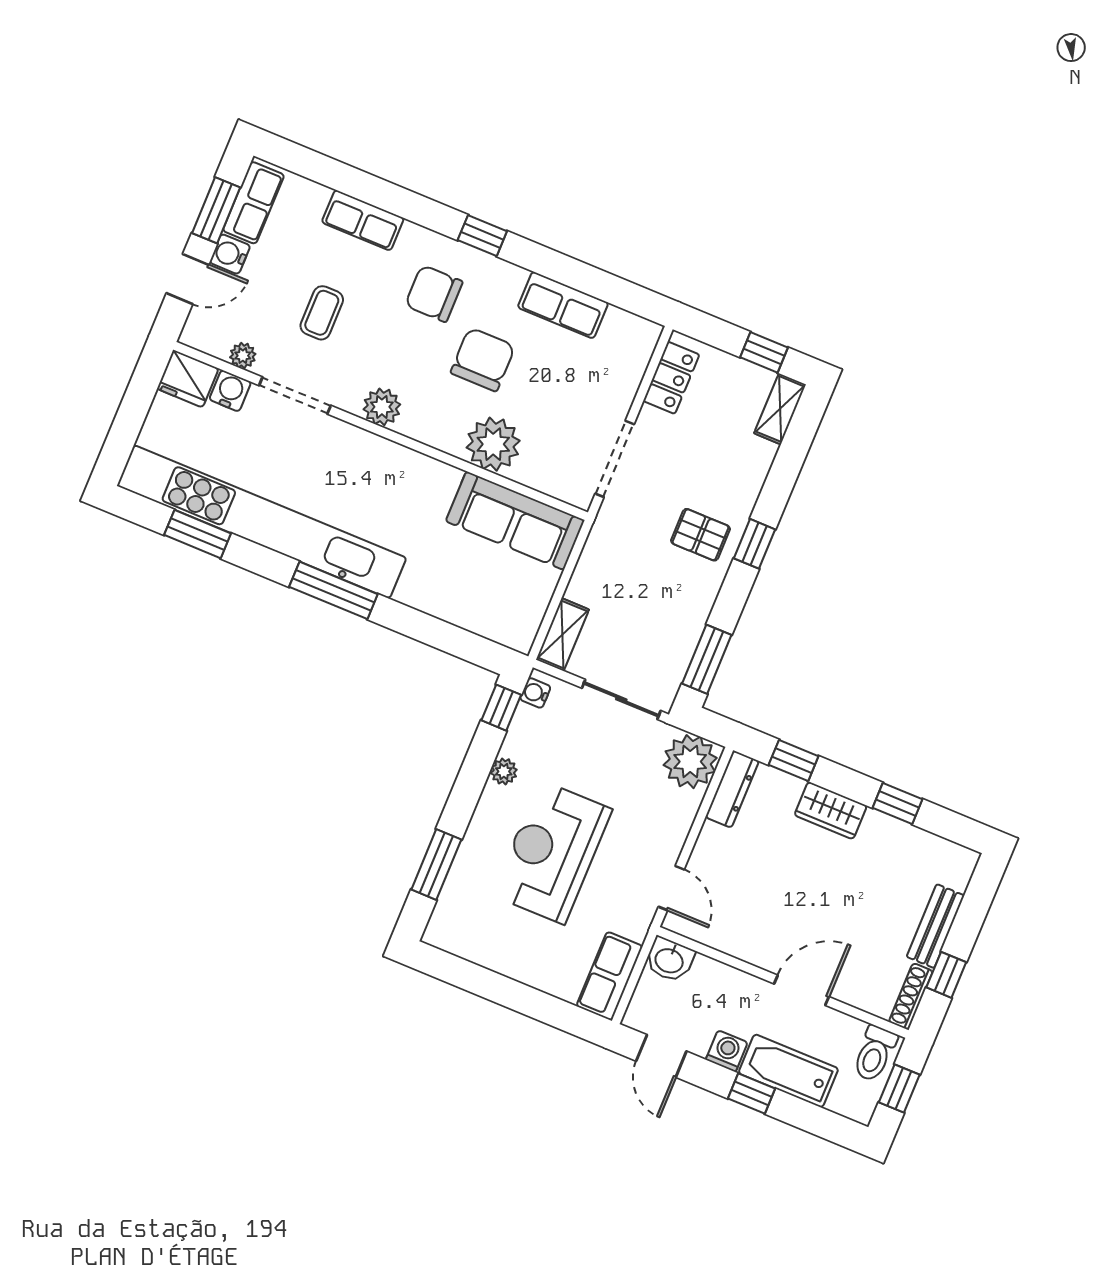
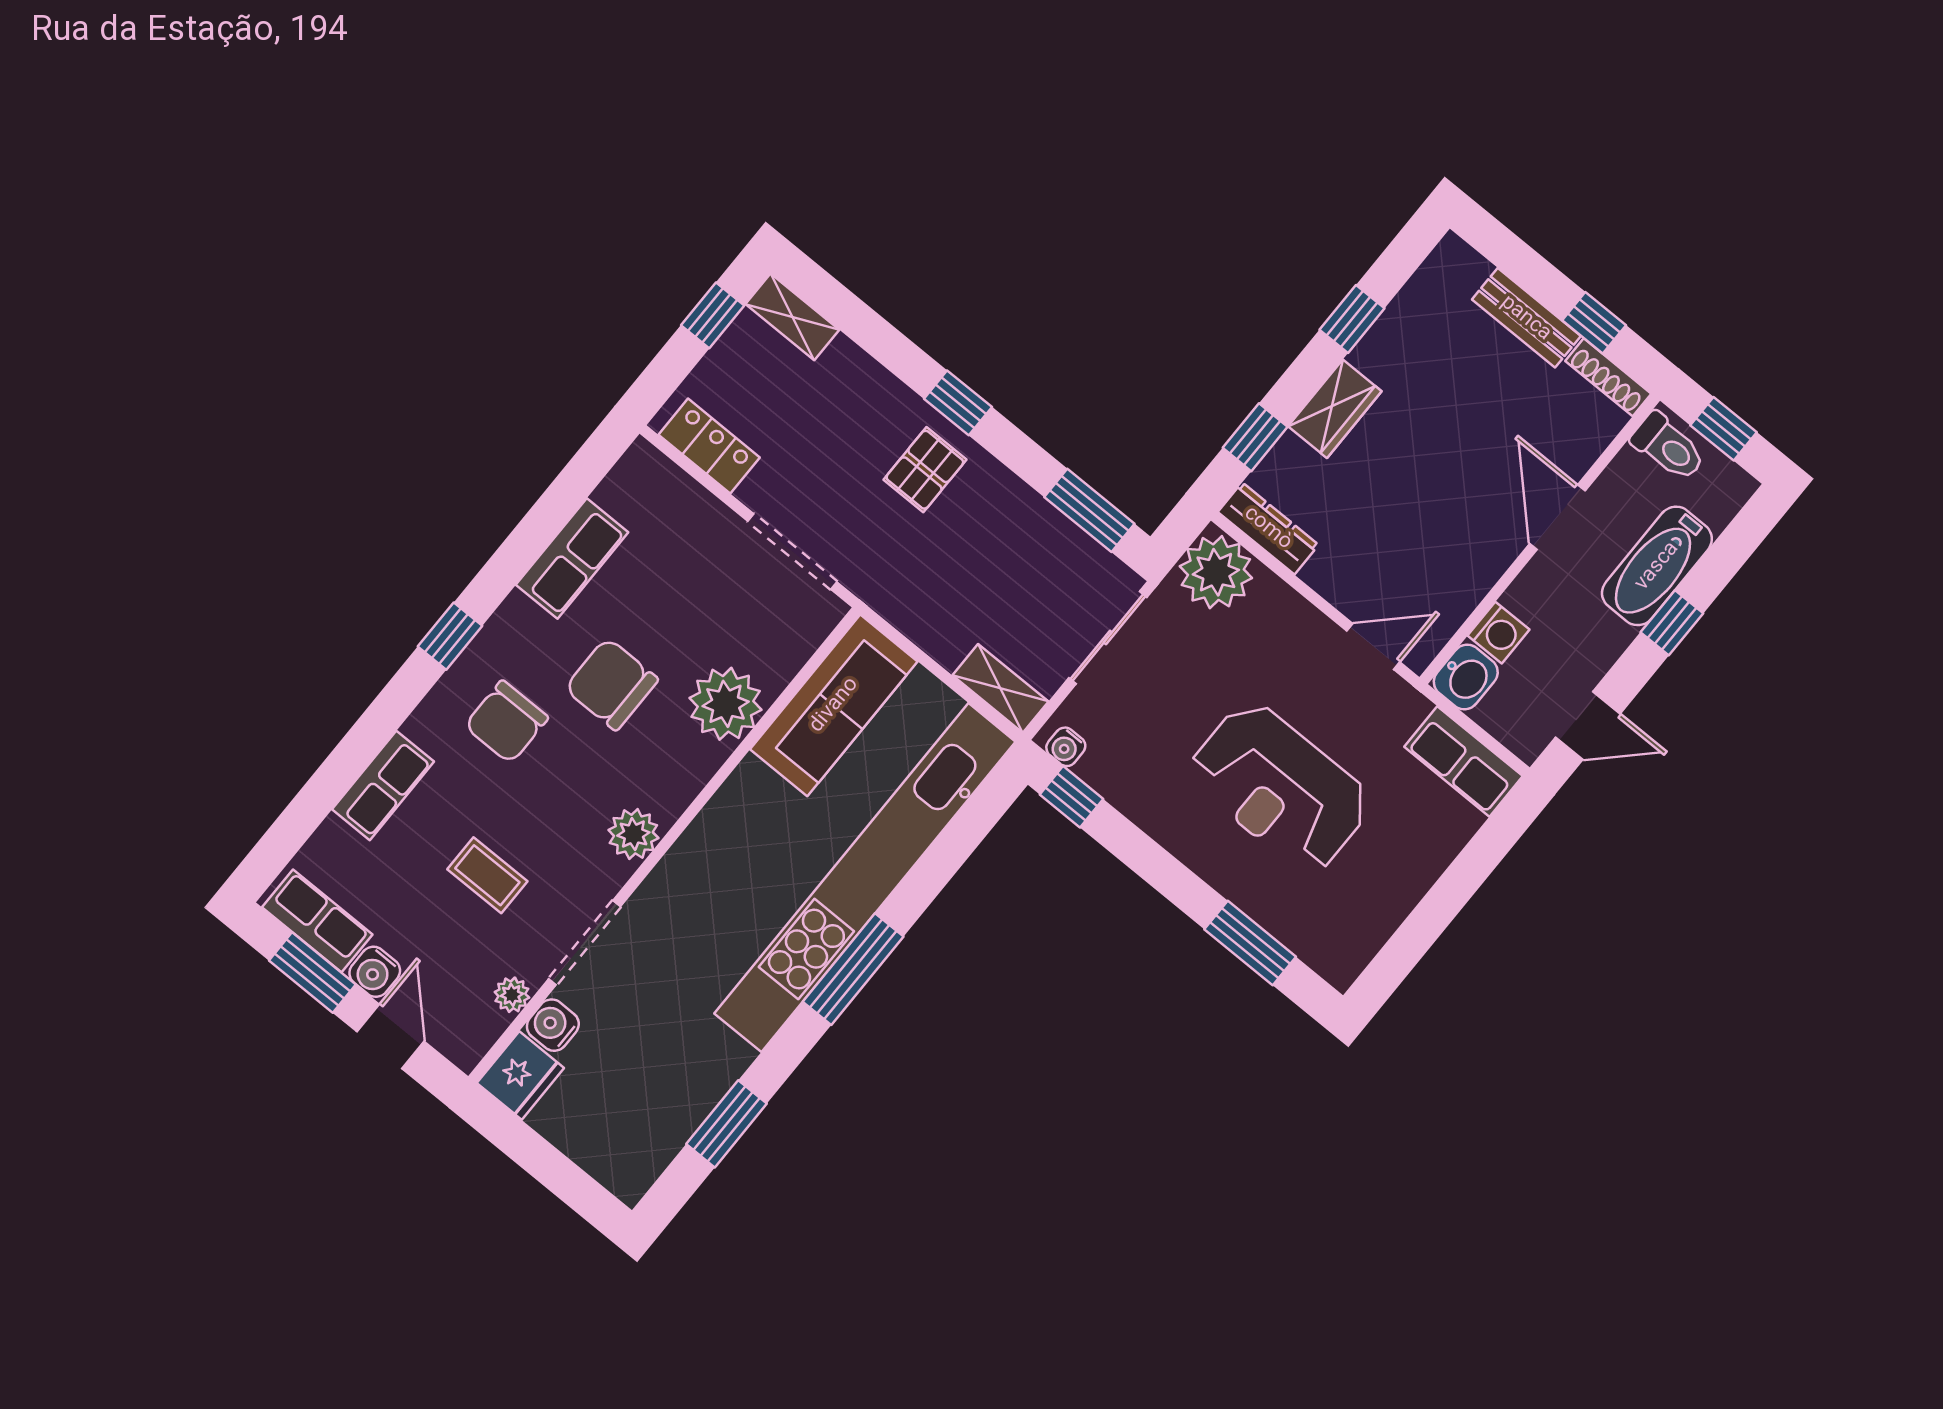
kitchen unit: (262, 522) -> (865, 878), moved
plant: (504, 771) -> (1156, 819), removed
washing machine: (727, 1051) -> (1498, 633), moved, turned 180

